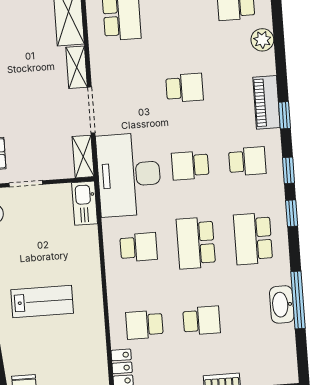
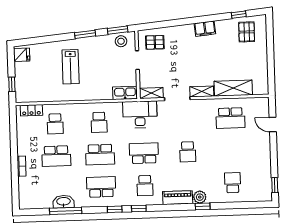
plant: (262, 40) -> (200, 197), moved
window: (284, 115) -> (203, 206), moved
school desk: (190, 165) -> (144, 153), width x1.85
desk: (129, 175) -> (140, 114), width x0.73, depth x0.77
school desk: (196, 243) -> (100, 155), turned 180
school desk: (202, 321) -> (56, 156), width x1.85
school desk: (144, 325) -> (55, 124), turned 180

